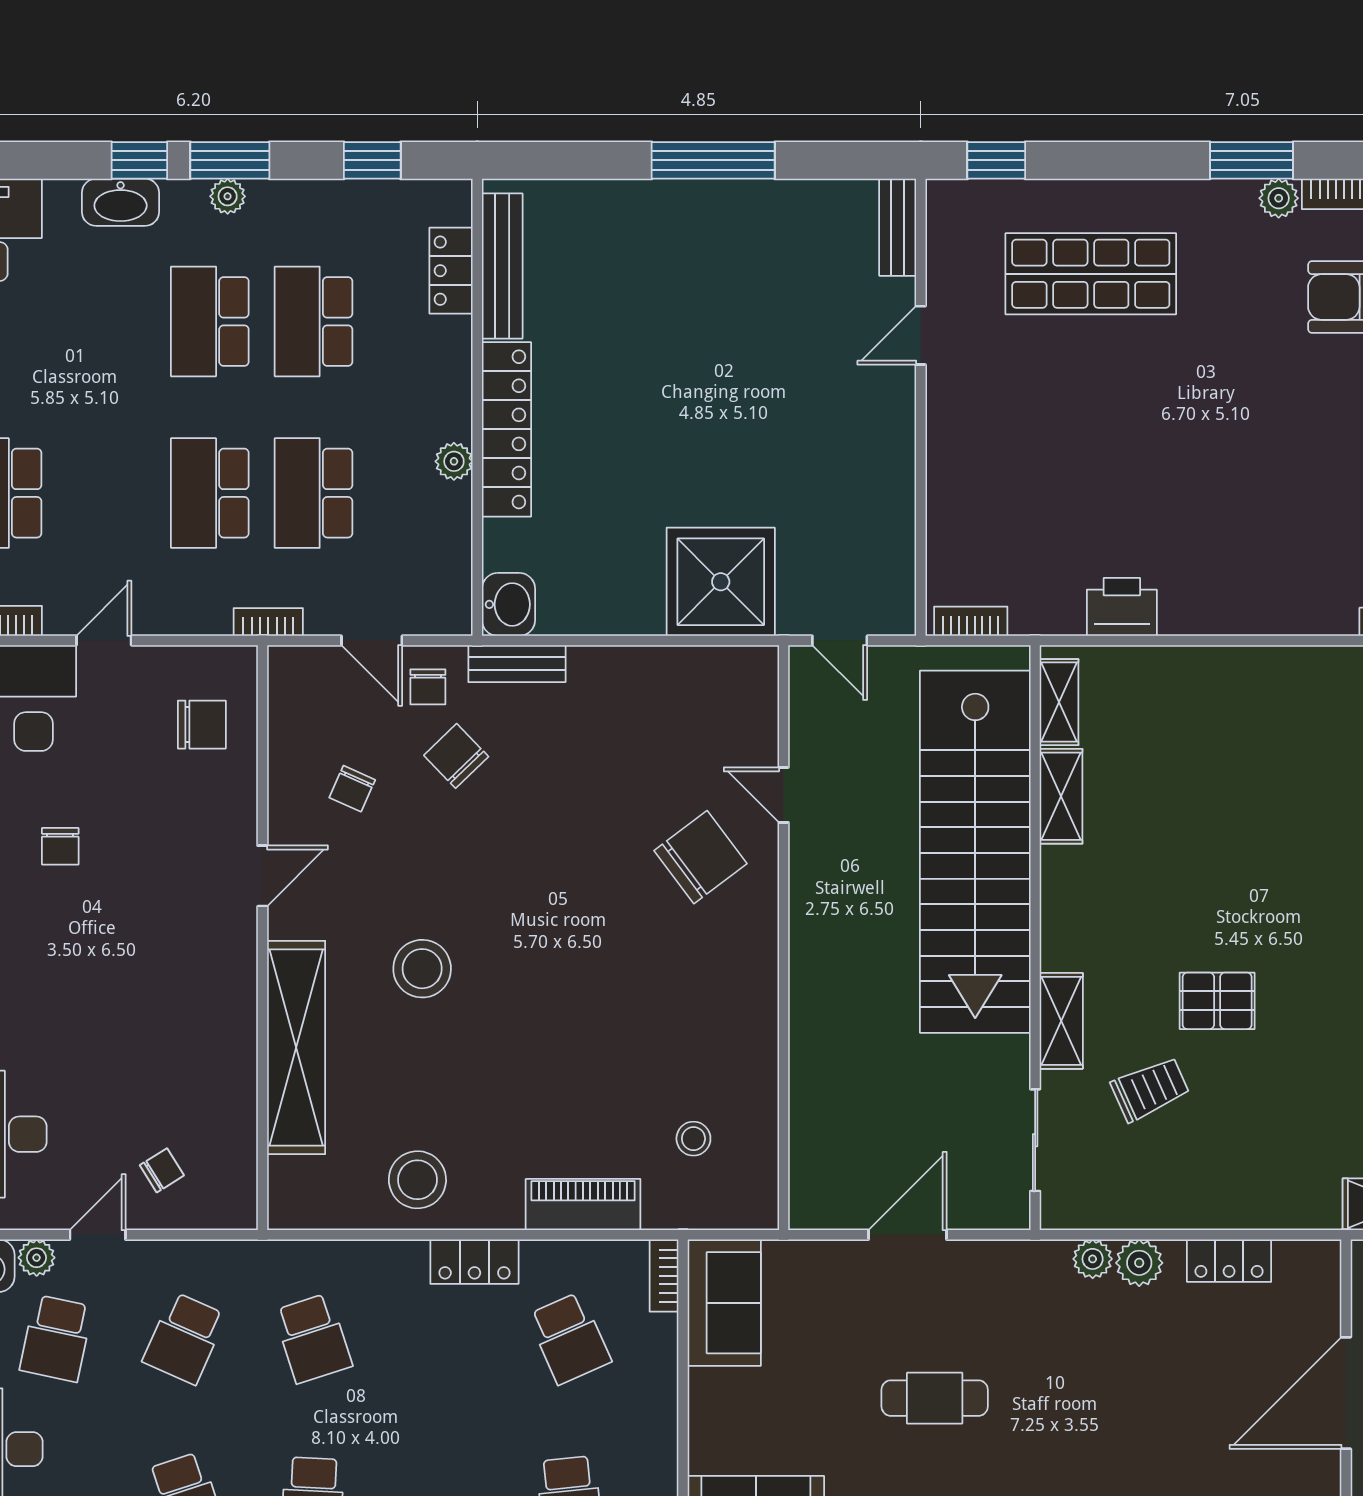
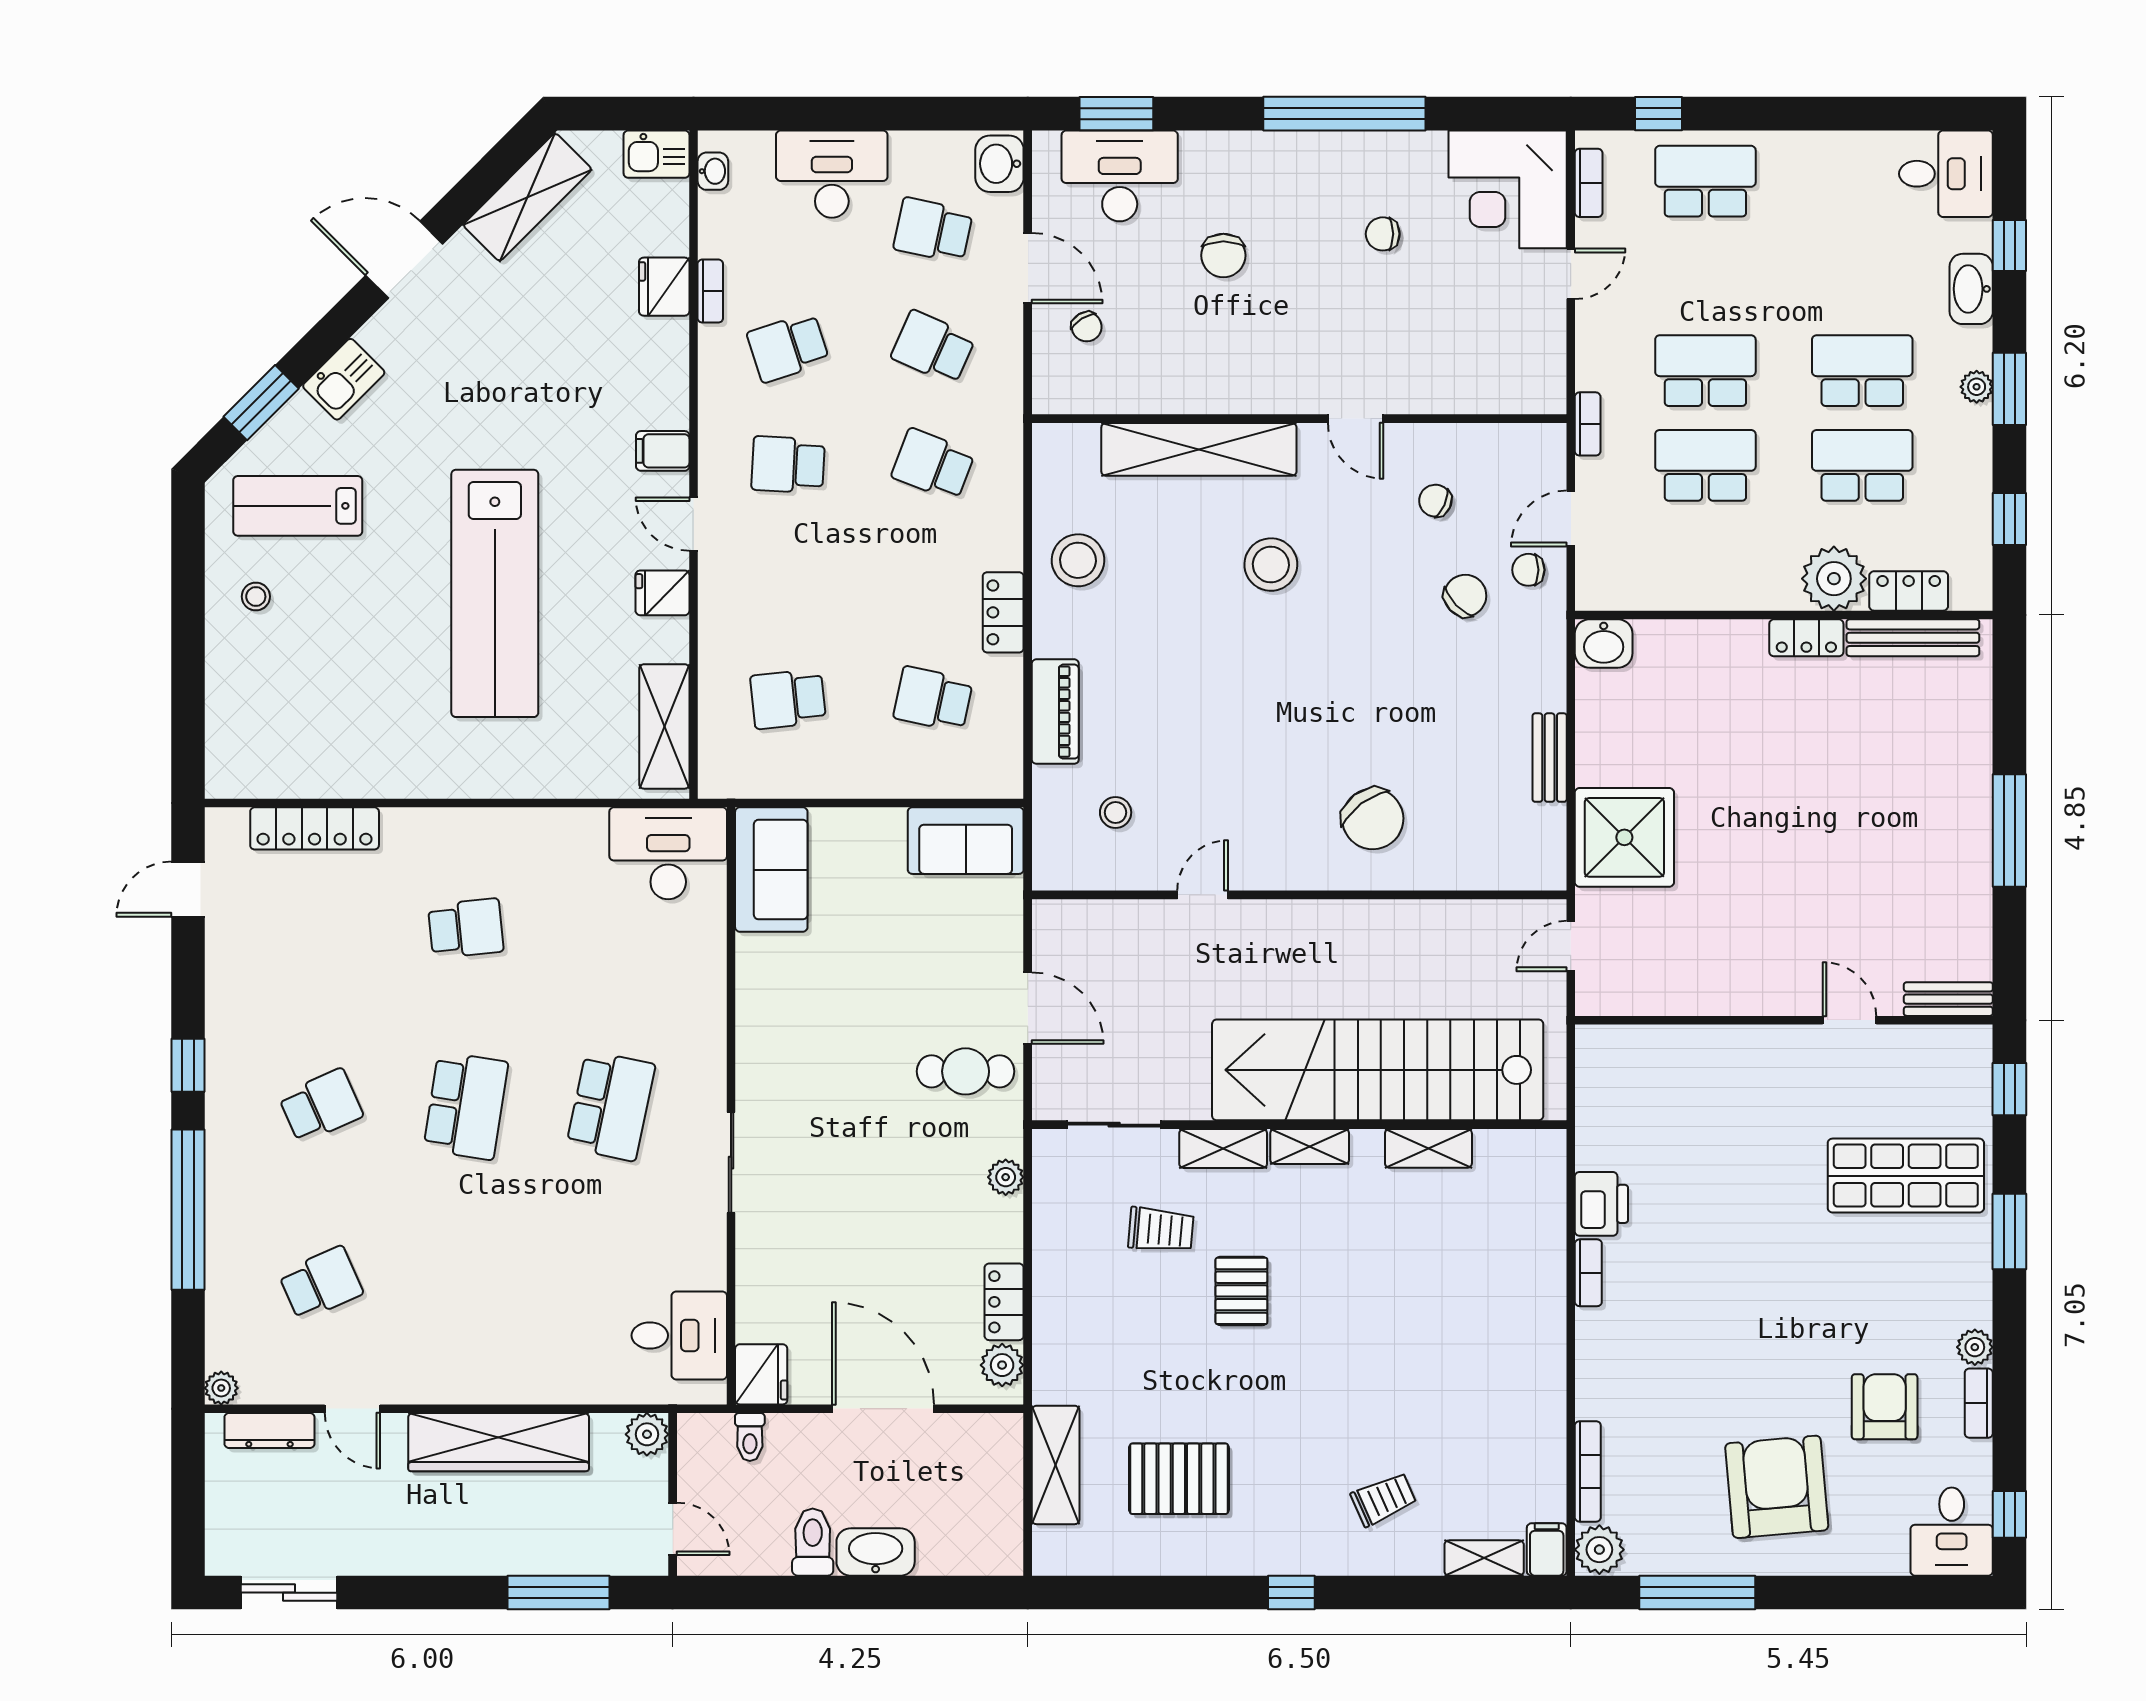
window: (139, 160) -> (2009, 245), moved
window: (1251, 160) -> (2009, 1232), moved
shop shelf: (1091, 274) -> (1906, 1176), turned 90
locker: (507, 429) -> (1806, 638), width x0.46, depth x0.83
plant: (454, 461) -> (1834, 579), moved, width x1.87, depth x1.87
bookcase: (971, 621) -> (1588, 1273), moved
door: (104, 640) -> (1571, 274), hinge flipped
bench: (517, 664) -> (1550, 758), moved
shelving: (1059, 702) -> (1310, 1147), moved
chair: (202, 725) -> (1223, 255), moved
door: (784, 795) -> (1203, 895), moved
trolley: (1150, 1089) -> (1161, 1230), turned -61
door: (98, 1235) -> (1028, 268), width x1.38
plant: (37, 1258) -> (1007, 212), removed
plant: (1139, 1263) -> (1002, 1365), moved
bookcase: (664, 1276) -> (990, 786), removed
school desk: (313, 1338) -> (933, 465), turned 39
school desk: (569, 1338) -> (933, 699), turned 36
cafe table: (935, 1398) -> (966, 1071), moved, turned 90

